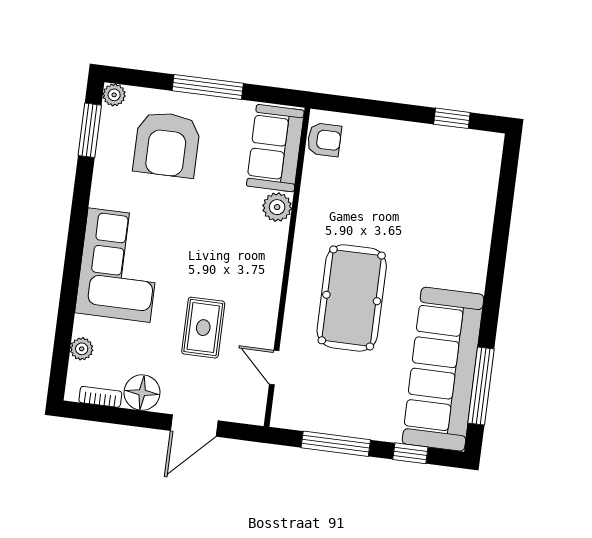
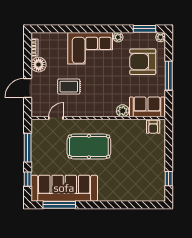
plant: (82, 349) -> (118, 37), moved
door: (194, 426) -> (28, 88), hinge flipped

